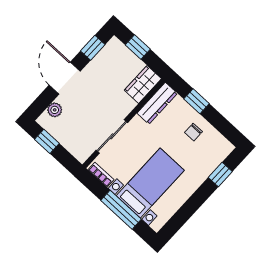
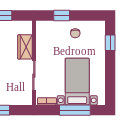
wardrobe: (143, 84) -> (25, 47), moved
dresser: (157, 103) -> (42, 36), removed

